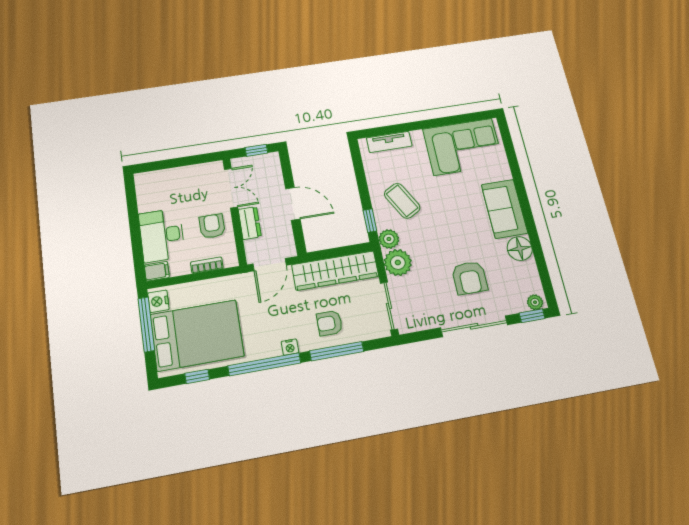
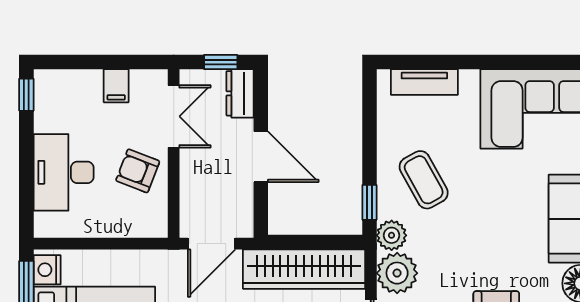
window: (130, 190) -> (26, 95), added
dresser: (250, 223) -> (240, 93), moved, turned 180
armchair: (212, 226) -> (138, 171), turned -69
bookcase: (207, 265) -> (122, 229), removed
filing cabinet: (157, 271) -> (116, 86), moved, turned 90

